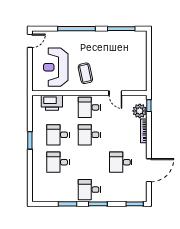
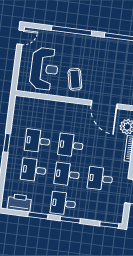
reception desk: (56, 67) -> (44, 69), turned 180
door: (115, 93) -> (104, 104), width x1.88
printer: (52, 103) -> (19, 203), moved, turned 180
desk: (89, 107) -> (67, 174), moved

